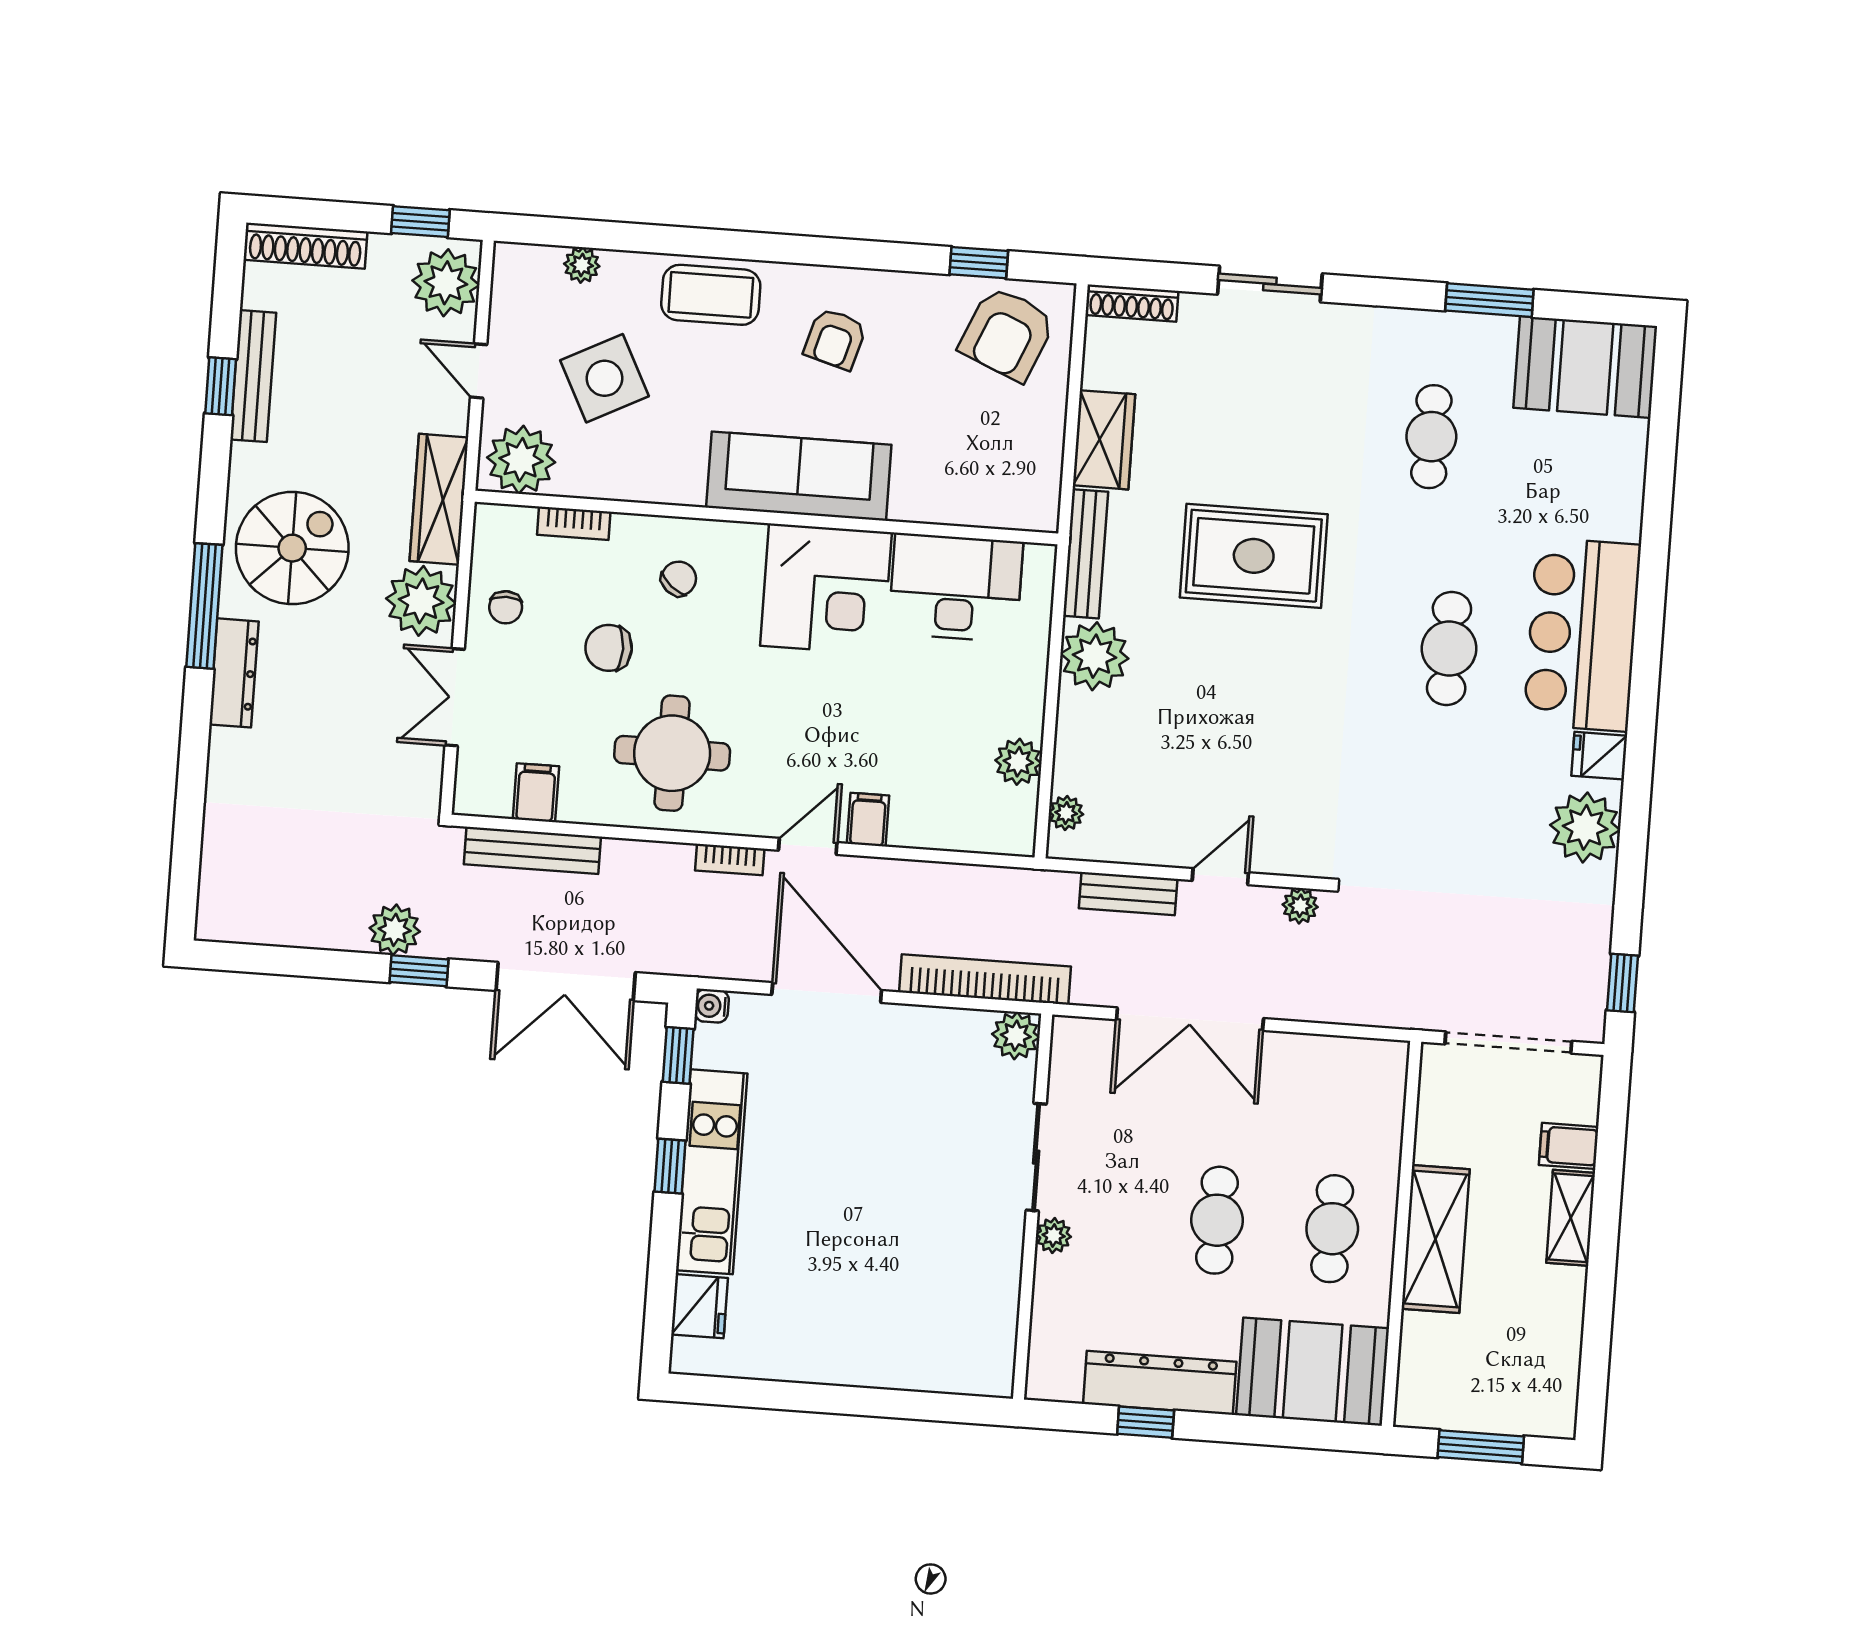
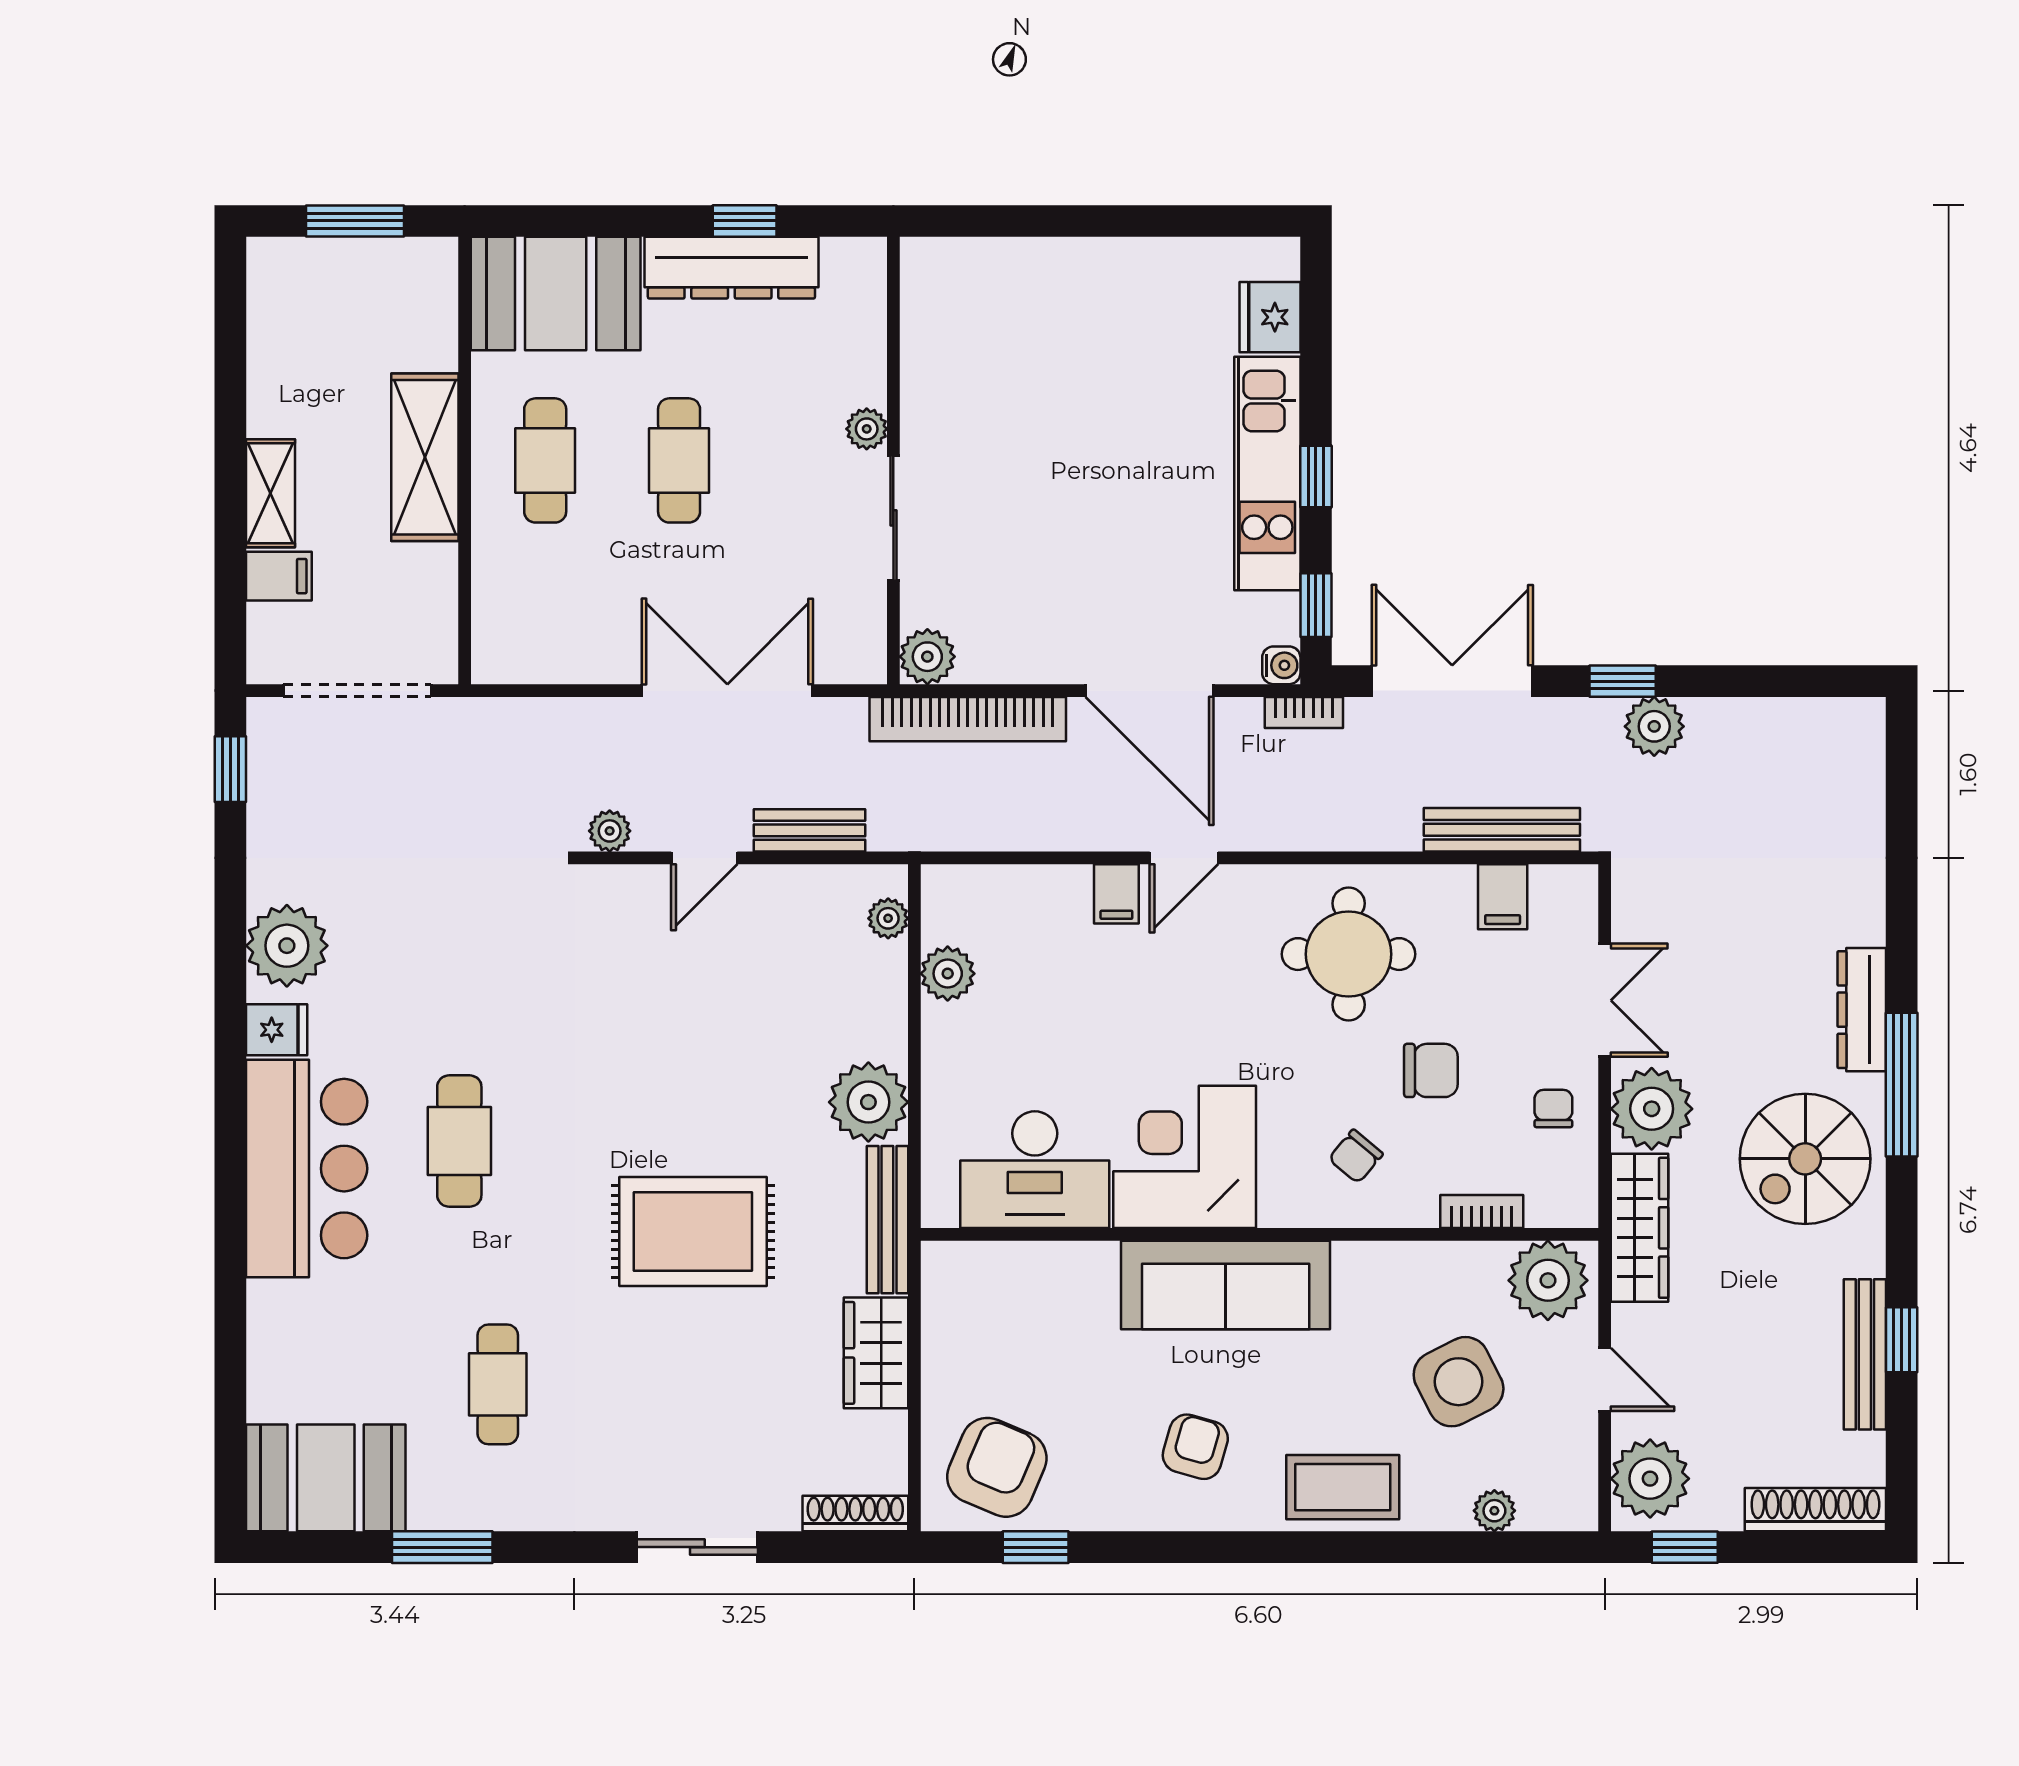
bookcase: (730, 860) -> (1304, 712), moved, turned 180

